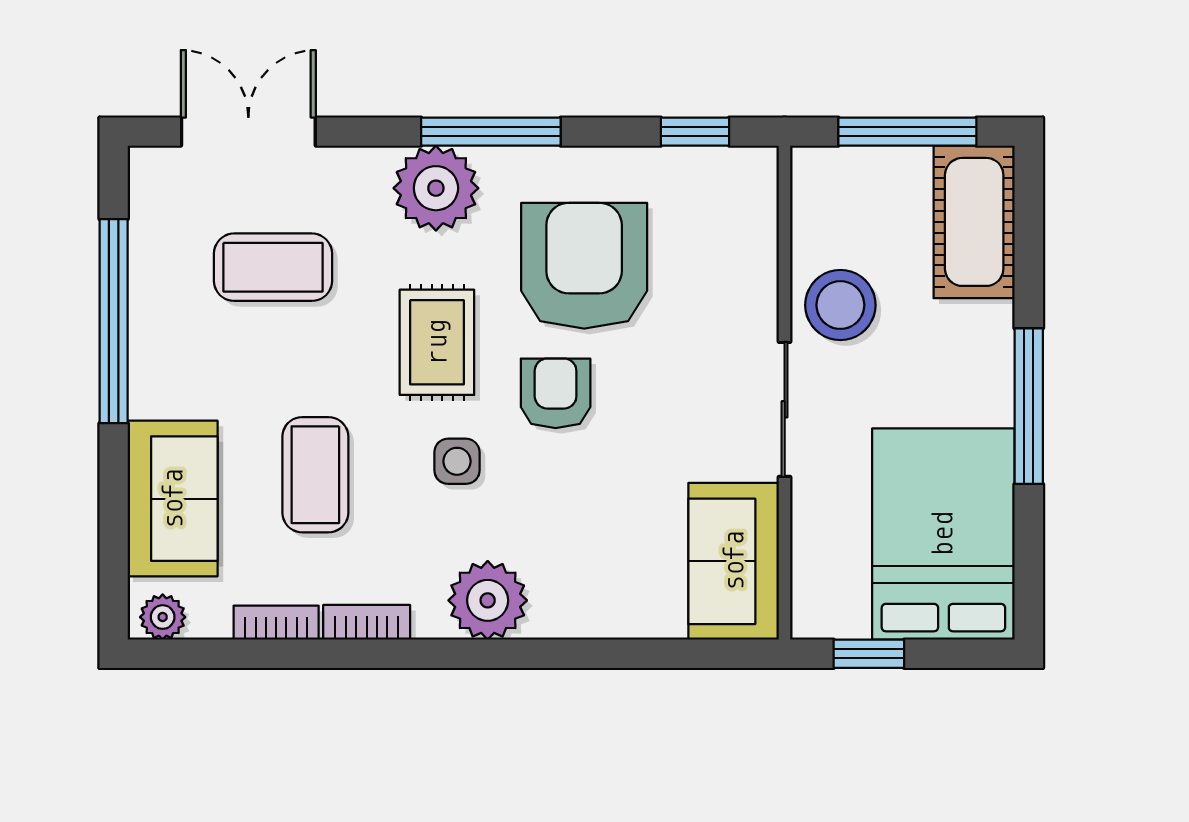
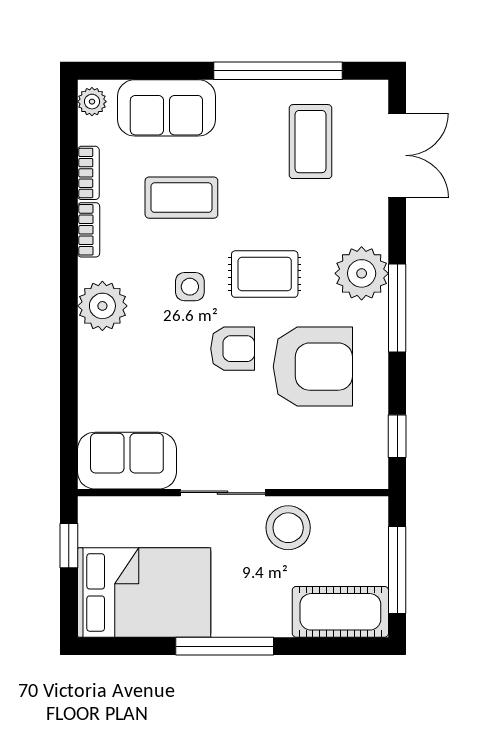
coffee table: (273, 267) -> (311, 142), moved

